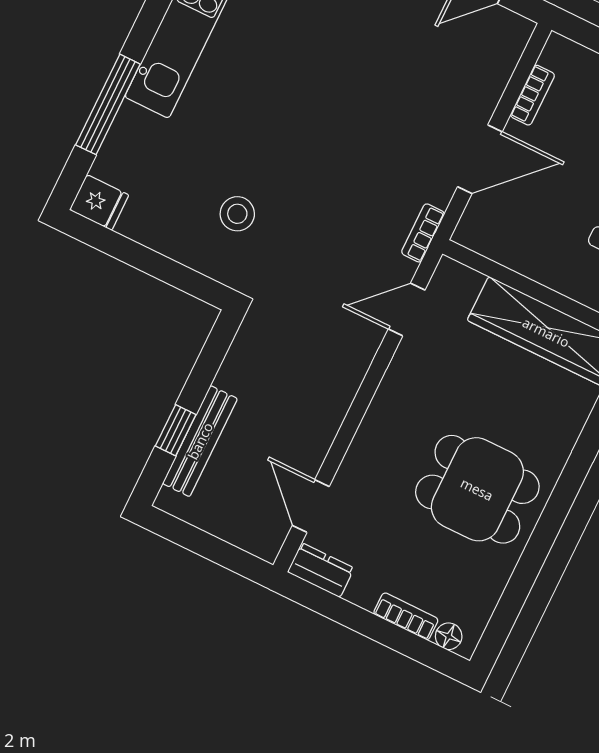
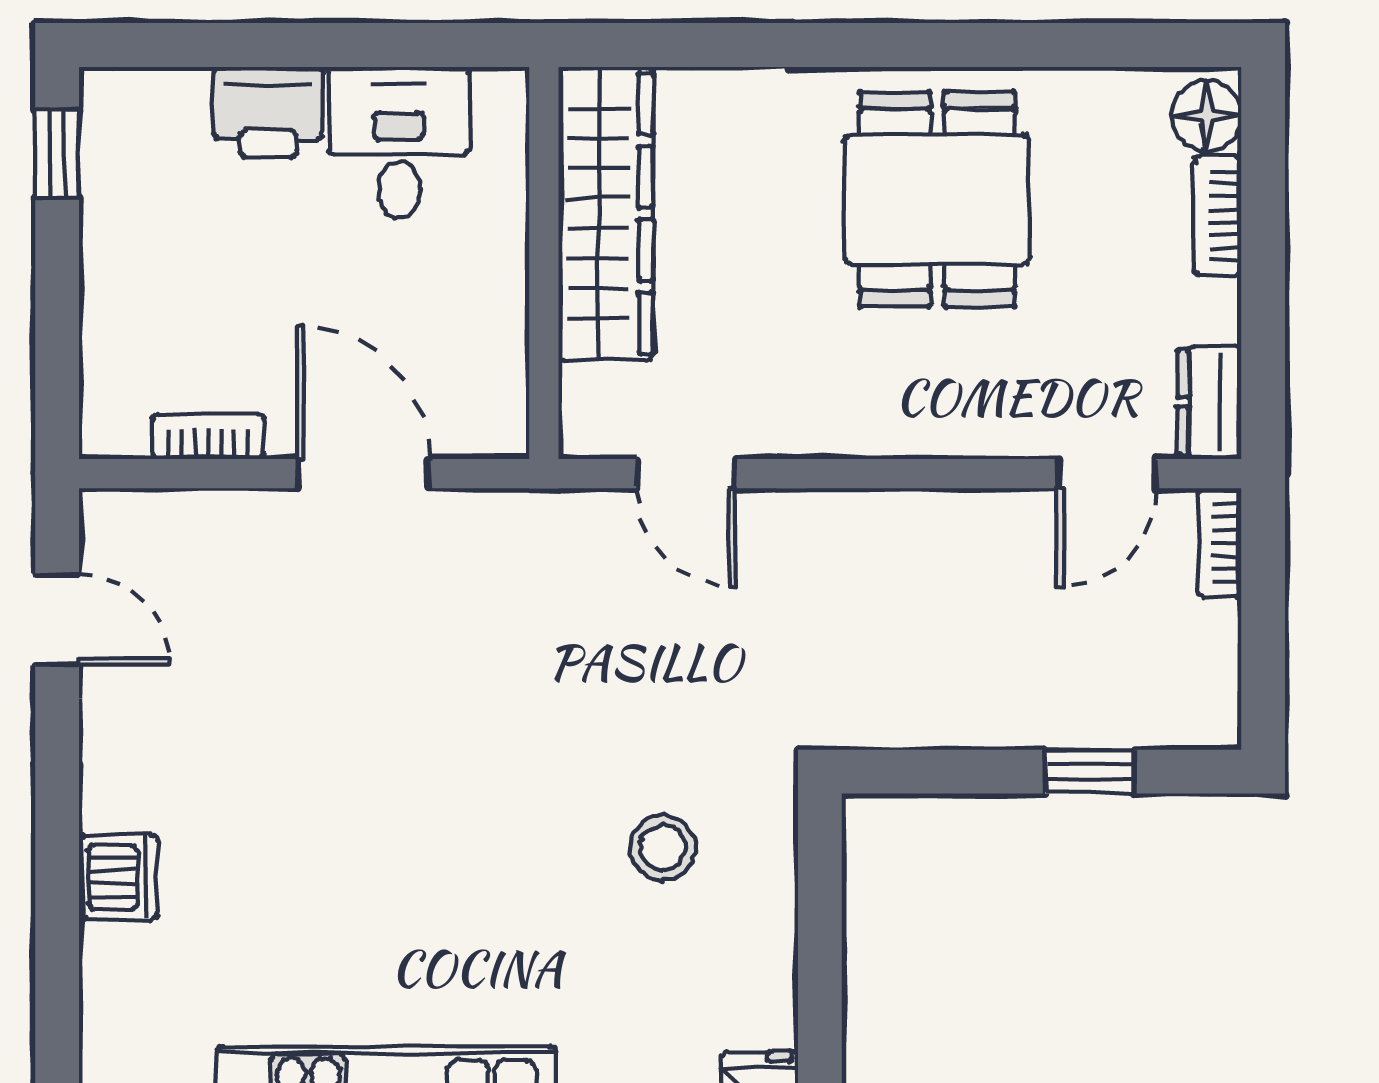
bookcase: (423, 233) -> (1220, 543), moved, turned 90
bench: (200, 441) -> (1088, 720), removed
floor lamp: (449, 636) -> (1206, 115), width x1.37, depth x1.37

